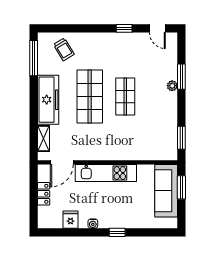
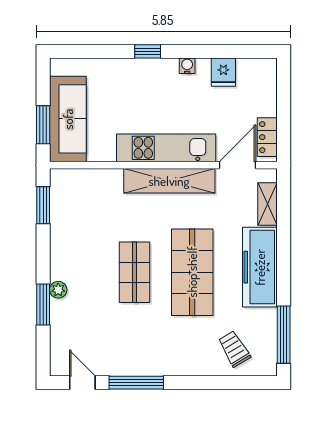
window: (124, 28) -> (136, 383), width x2.17
shelving: (104, 153) -> (169, 181), added
locker: (44, 194) -> (267, 137), moved

